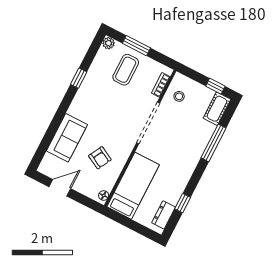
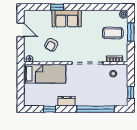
window: (79, 78) -> (57, 7), moved
cot: (217, 109) -> (118, 101), removed
sofa: (67, 138) -> (67, 19), moved
window: (213, 143) -> (96, 109), width x1.46
dresser: (164, 215) -> (67, 101), moved

